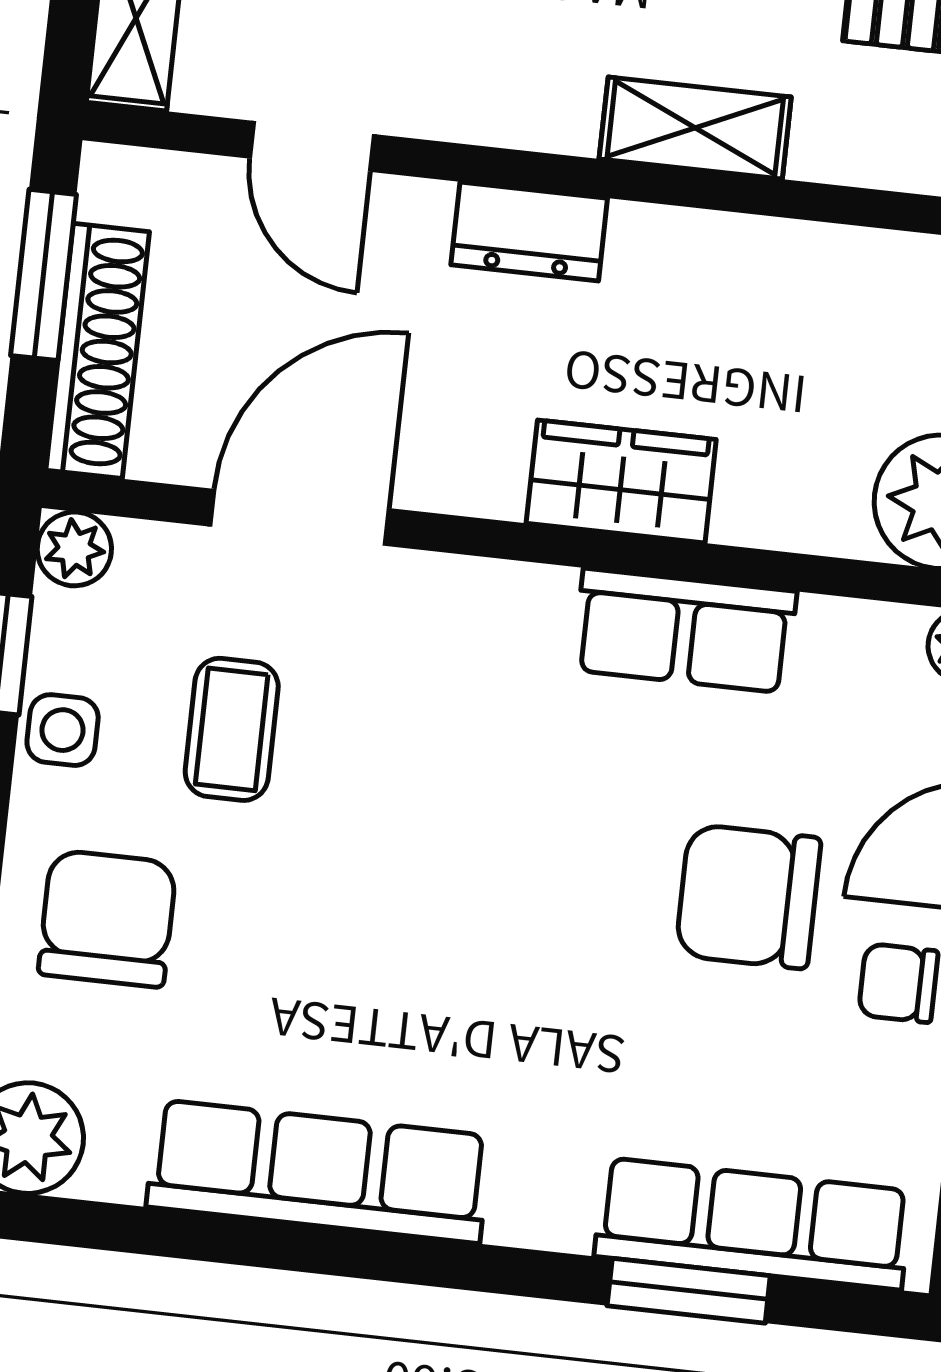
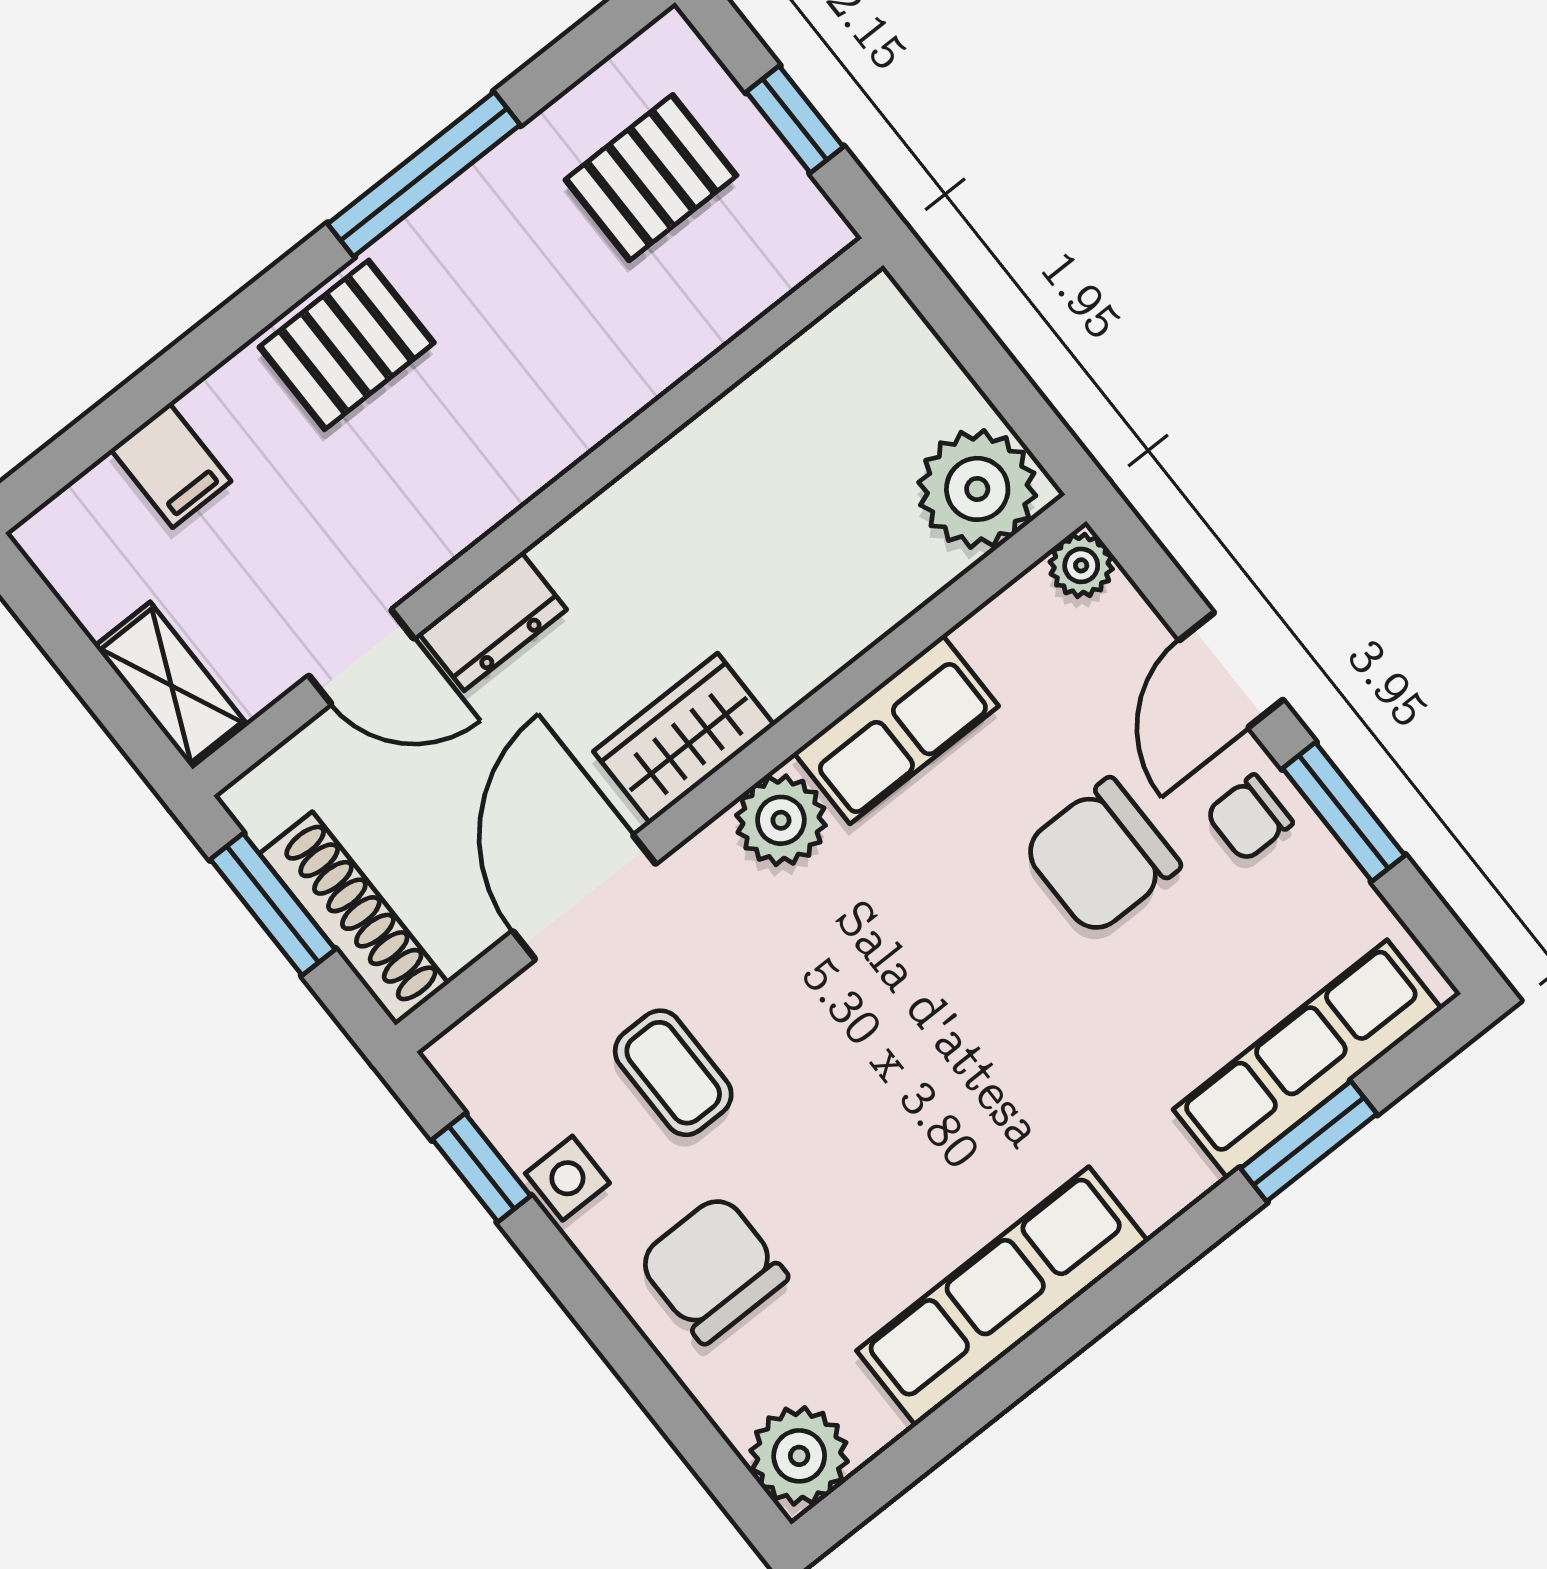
shelving: (695, 128) -> (591, 407), removed
dresser: (529, 231) -> (493, 621), moved
wardrobe: (621, 481) -> (684, 738), moved
plant: (74, 549) -> (781, 820), moved, width x1.38, depth x1.38

